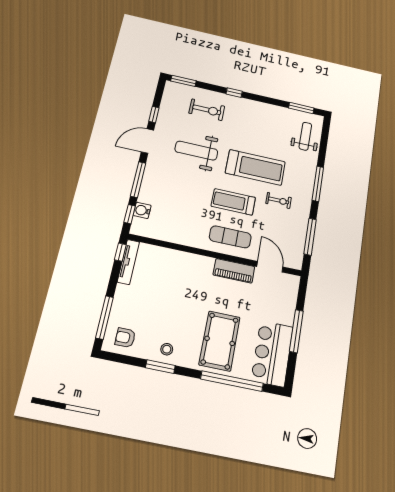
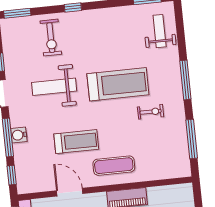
exercise bike: (207, 110) -> (51, 38), turned 90
treadmill: (233, 202) -> (76, 142), moved, turned 180
water cooler: (142, 210) -> (19, 135), moved
door: (270, 267) -> (70, 192), moved

